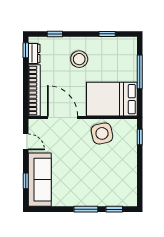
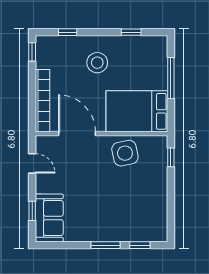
dresser: (34, 53) -> (42, 56), removed
sofa: (40, 180) -> (49, 218), width x0.73

